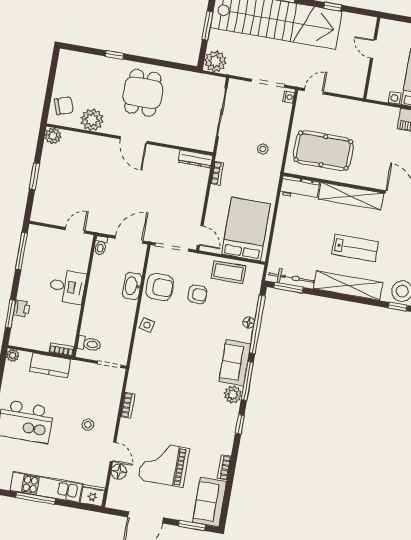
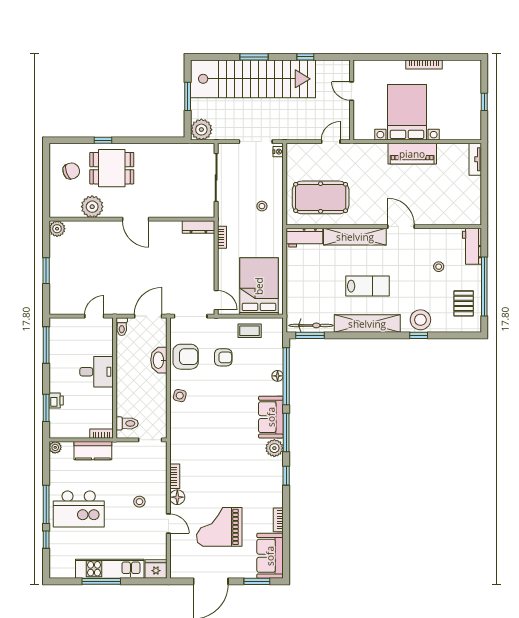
door: (314, 91) -> (331, 142), moved
dining table: (143, 93) -> (112, 168), moved, turned 90
chair: (64, 106) -> (71, 171), moved
coffee table: (228, 272) -> (250, 331), width x0.73, depth x0.77
floor lamp: (119, 472) -> (177, 497), moved

